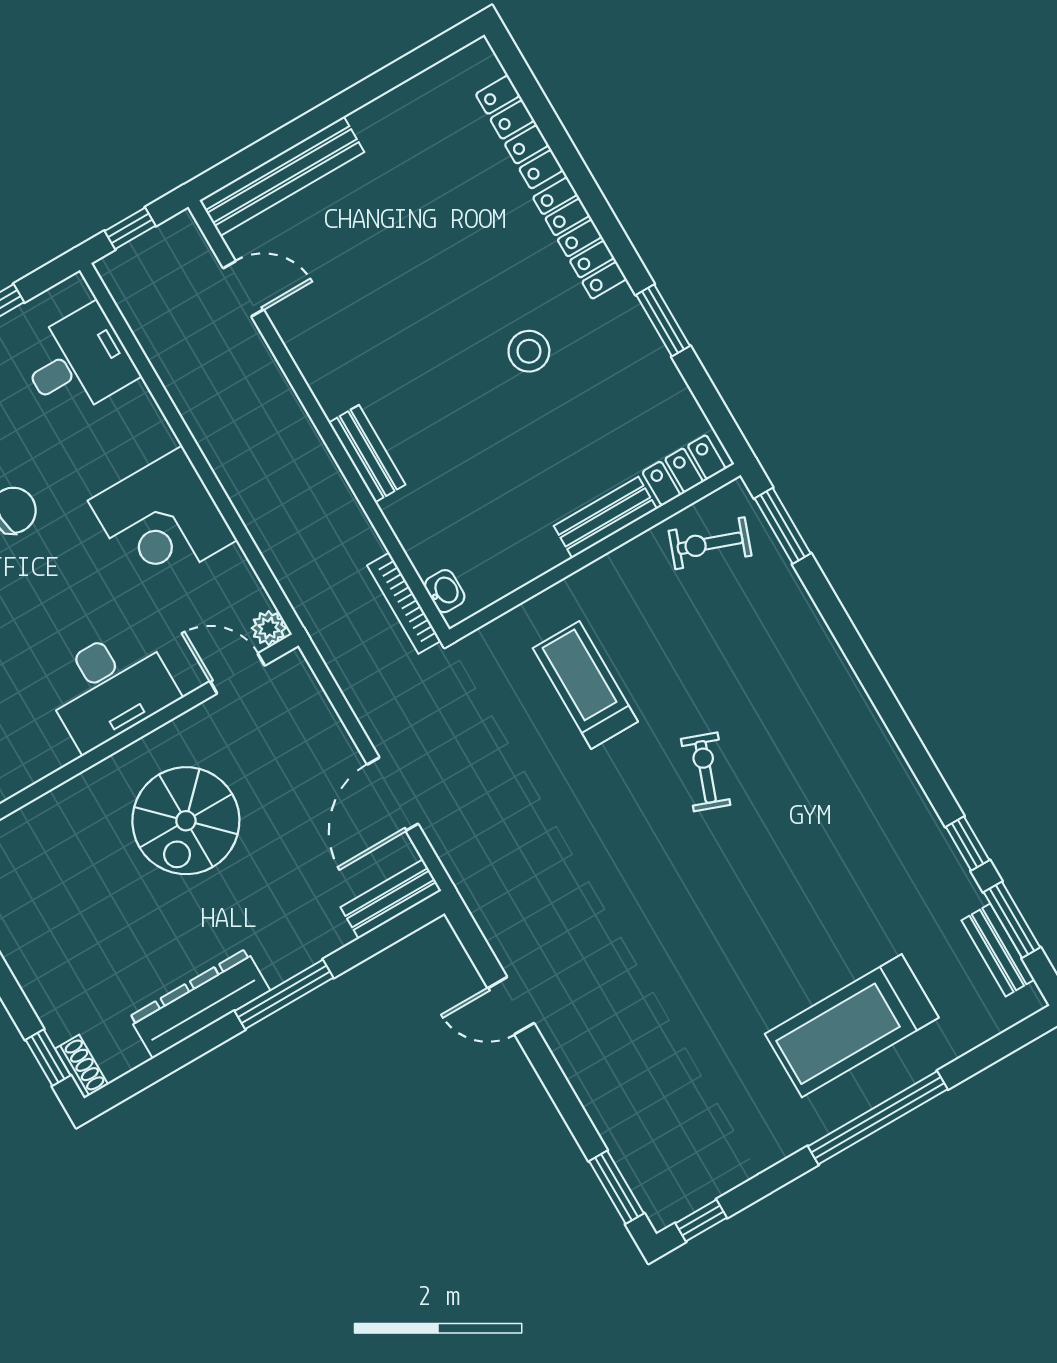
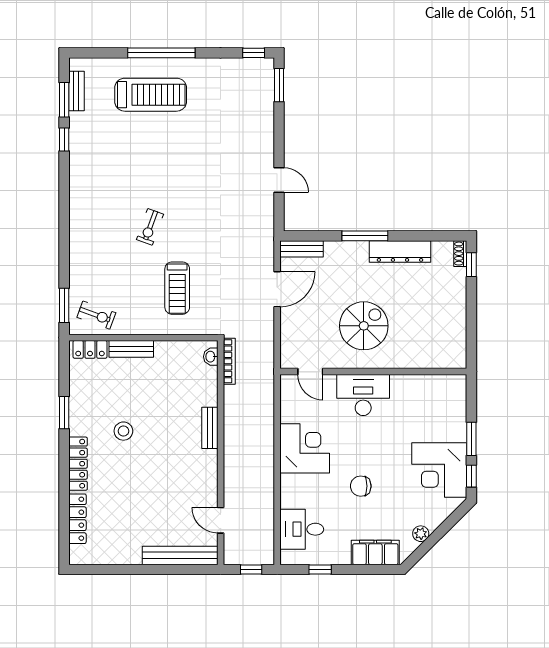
plant: (269, 628) -> (288, 382), removed

